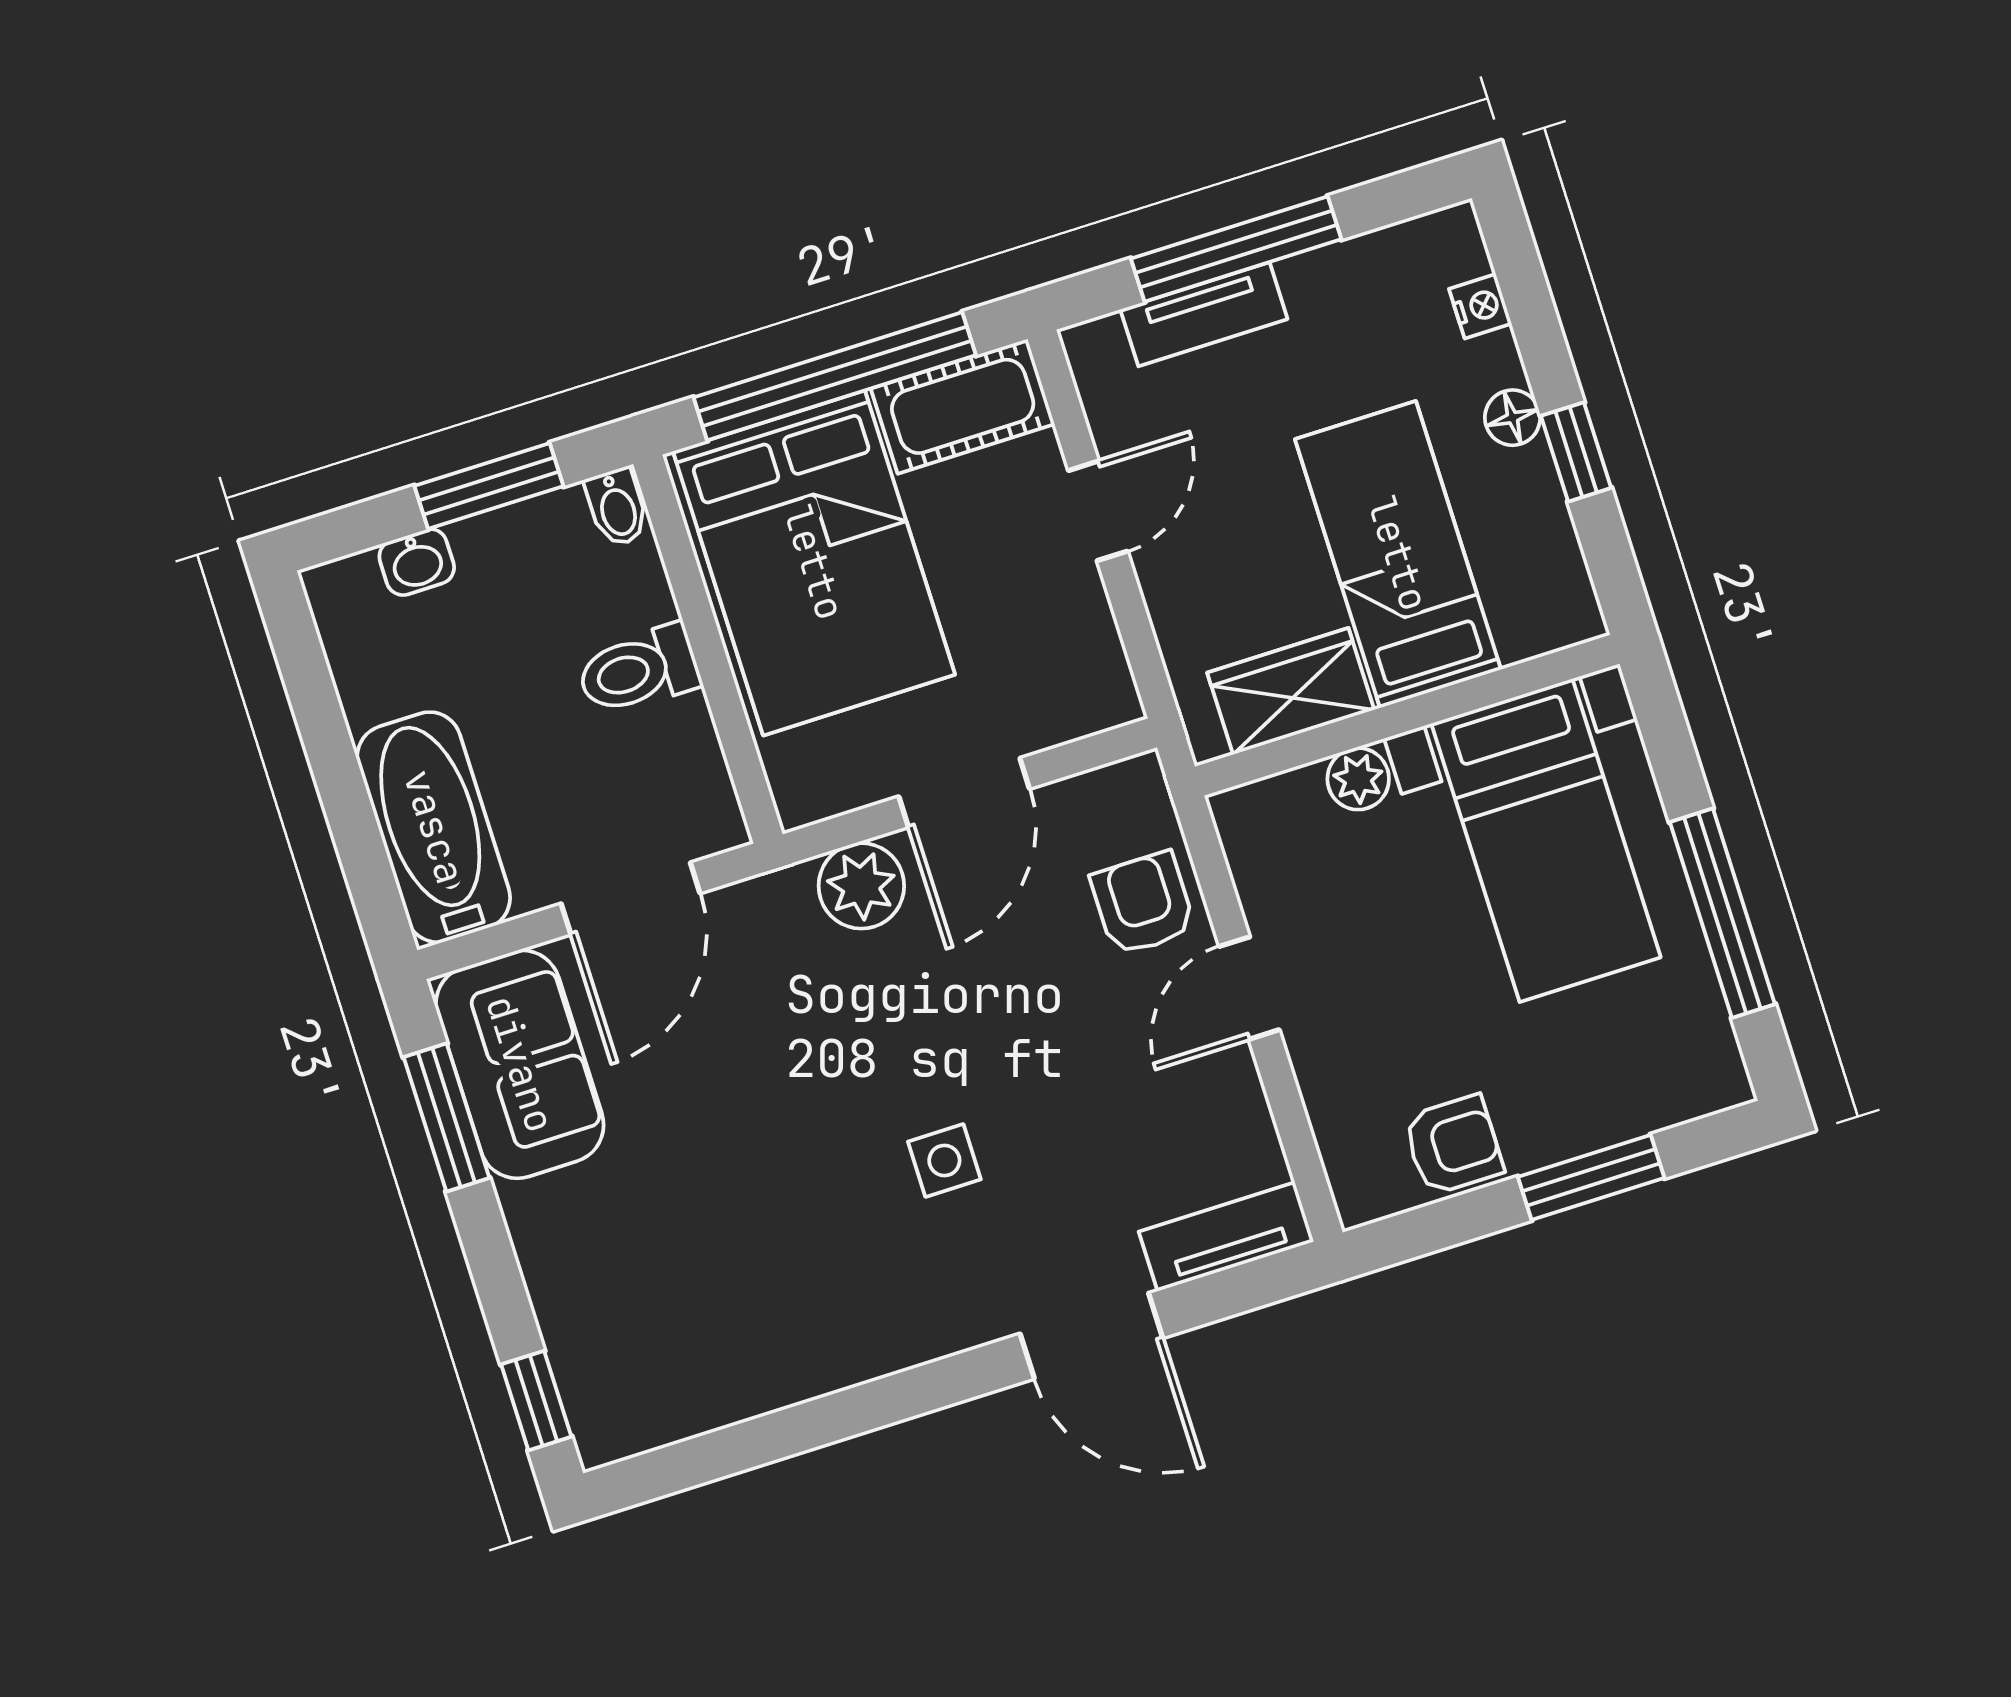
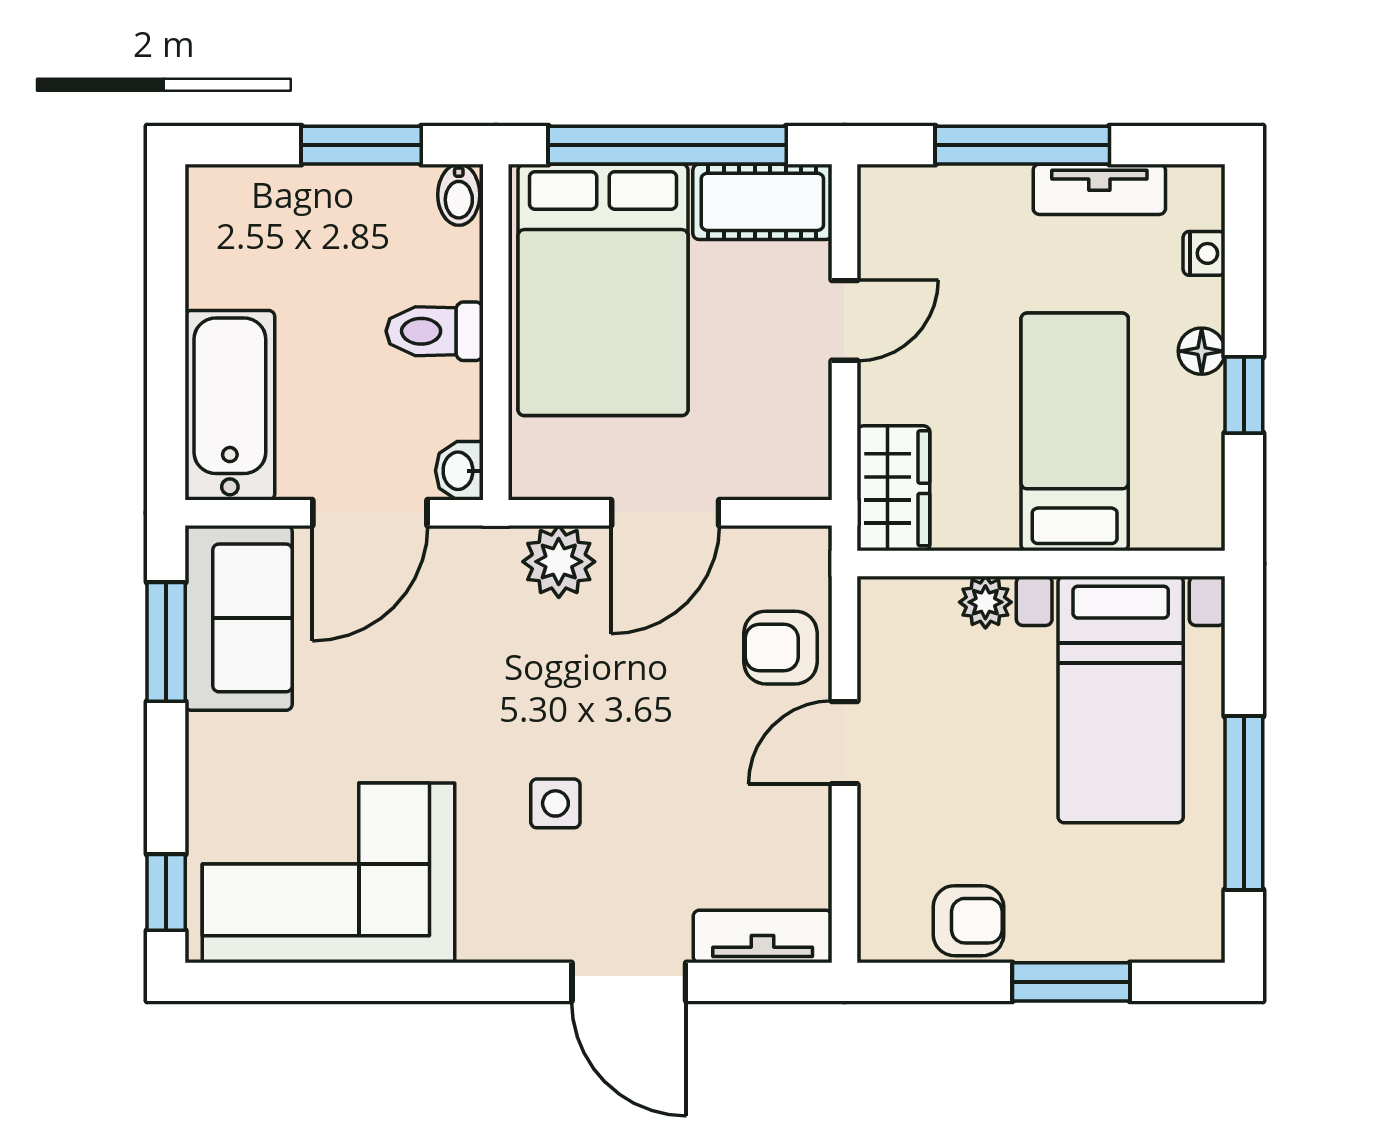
tv unit: (1204, 314) -> (1099, 189), moved
washbasin: (417, 562) -> (459, 471), moved, turned 90
wardrobe: (1291, 691) -> (893, 488), moved, turned 90
armchair: (1143, 904) -> (780, 648), turned -90
corner sofa: (713, 1320) -> (329, 873), added

